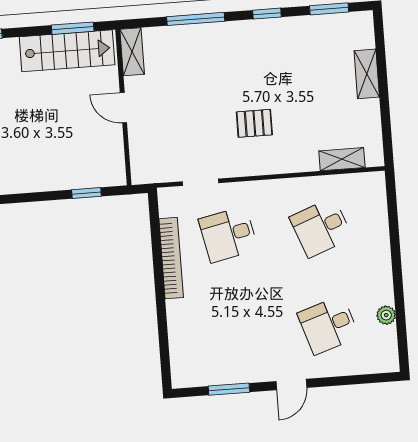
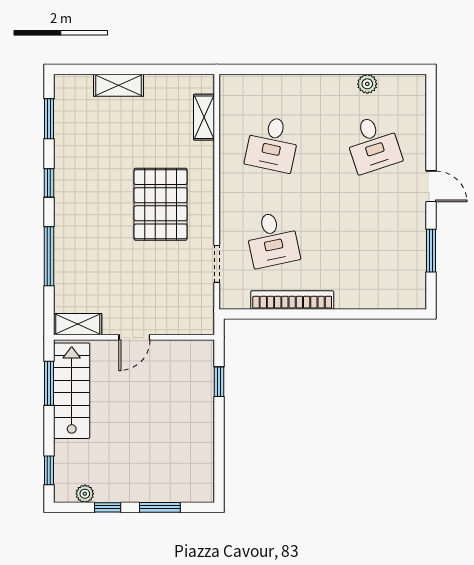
pallet: (254, 123) -> (161, 204), width x2.05, depth x2.00
desk: (321, 227) -> (272, 144), turned 33

